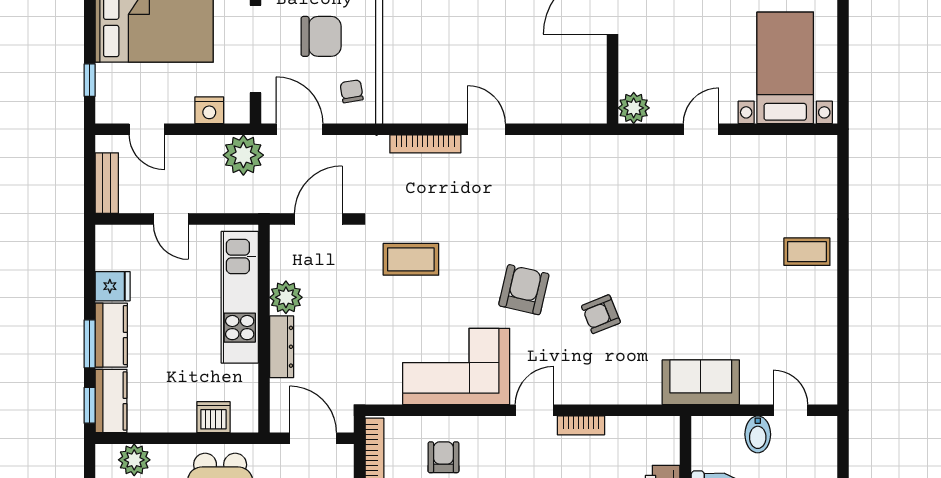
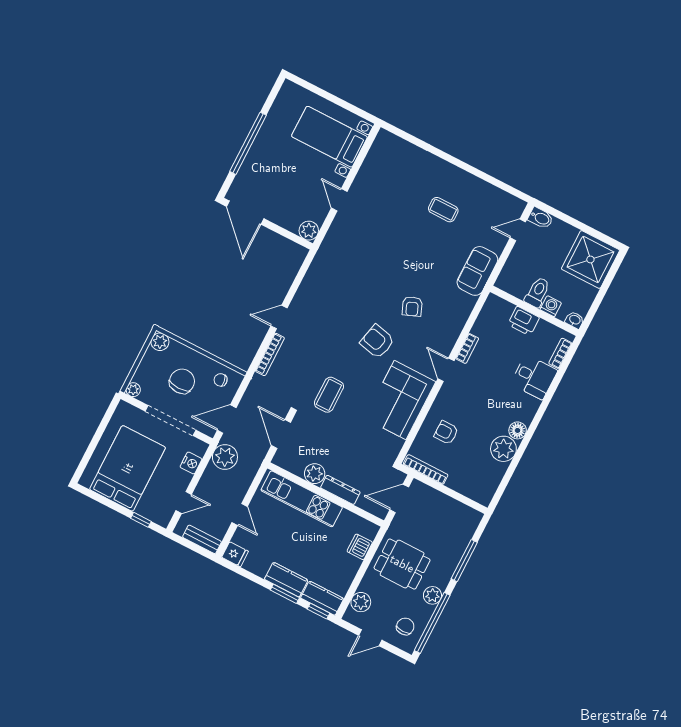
door: (171, 219) -> (240, 514), hinge flipped
coffee table: (807, 252) -> (443, 210), moved, turned 90
fridge: (113, 286) -> (235, 554), moved, turned 90
bidet: (758, 434) -> (541, 218), moved

